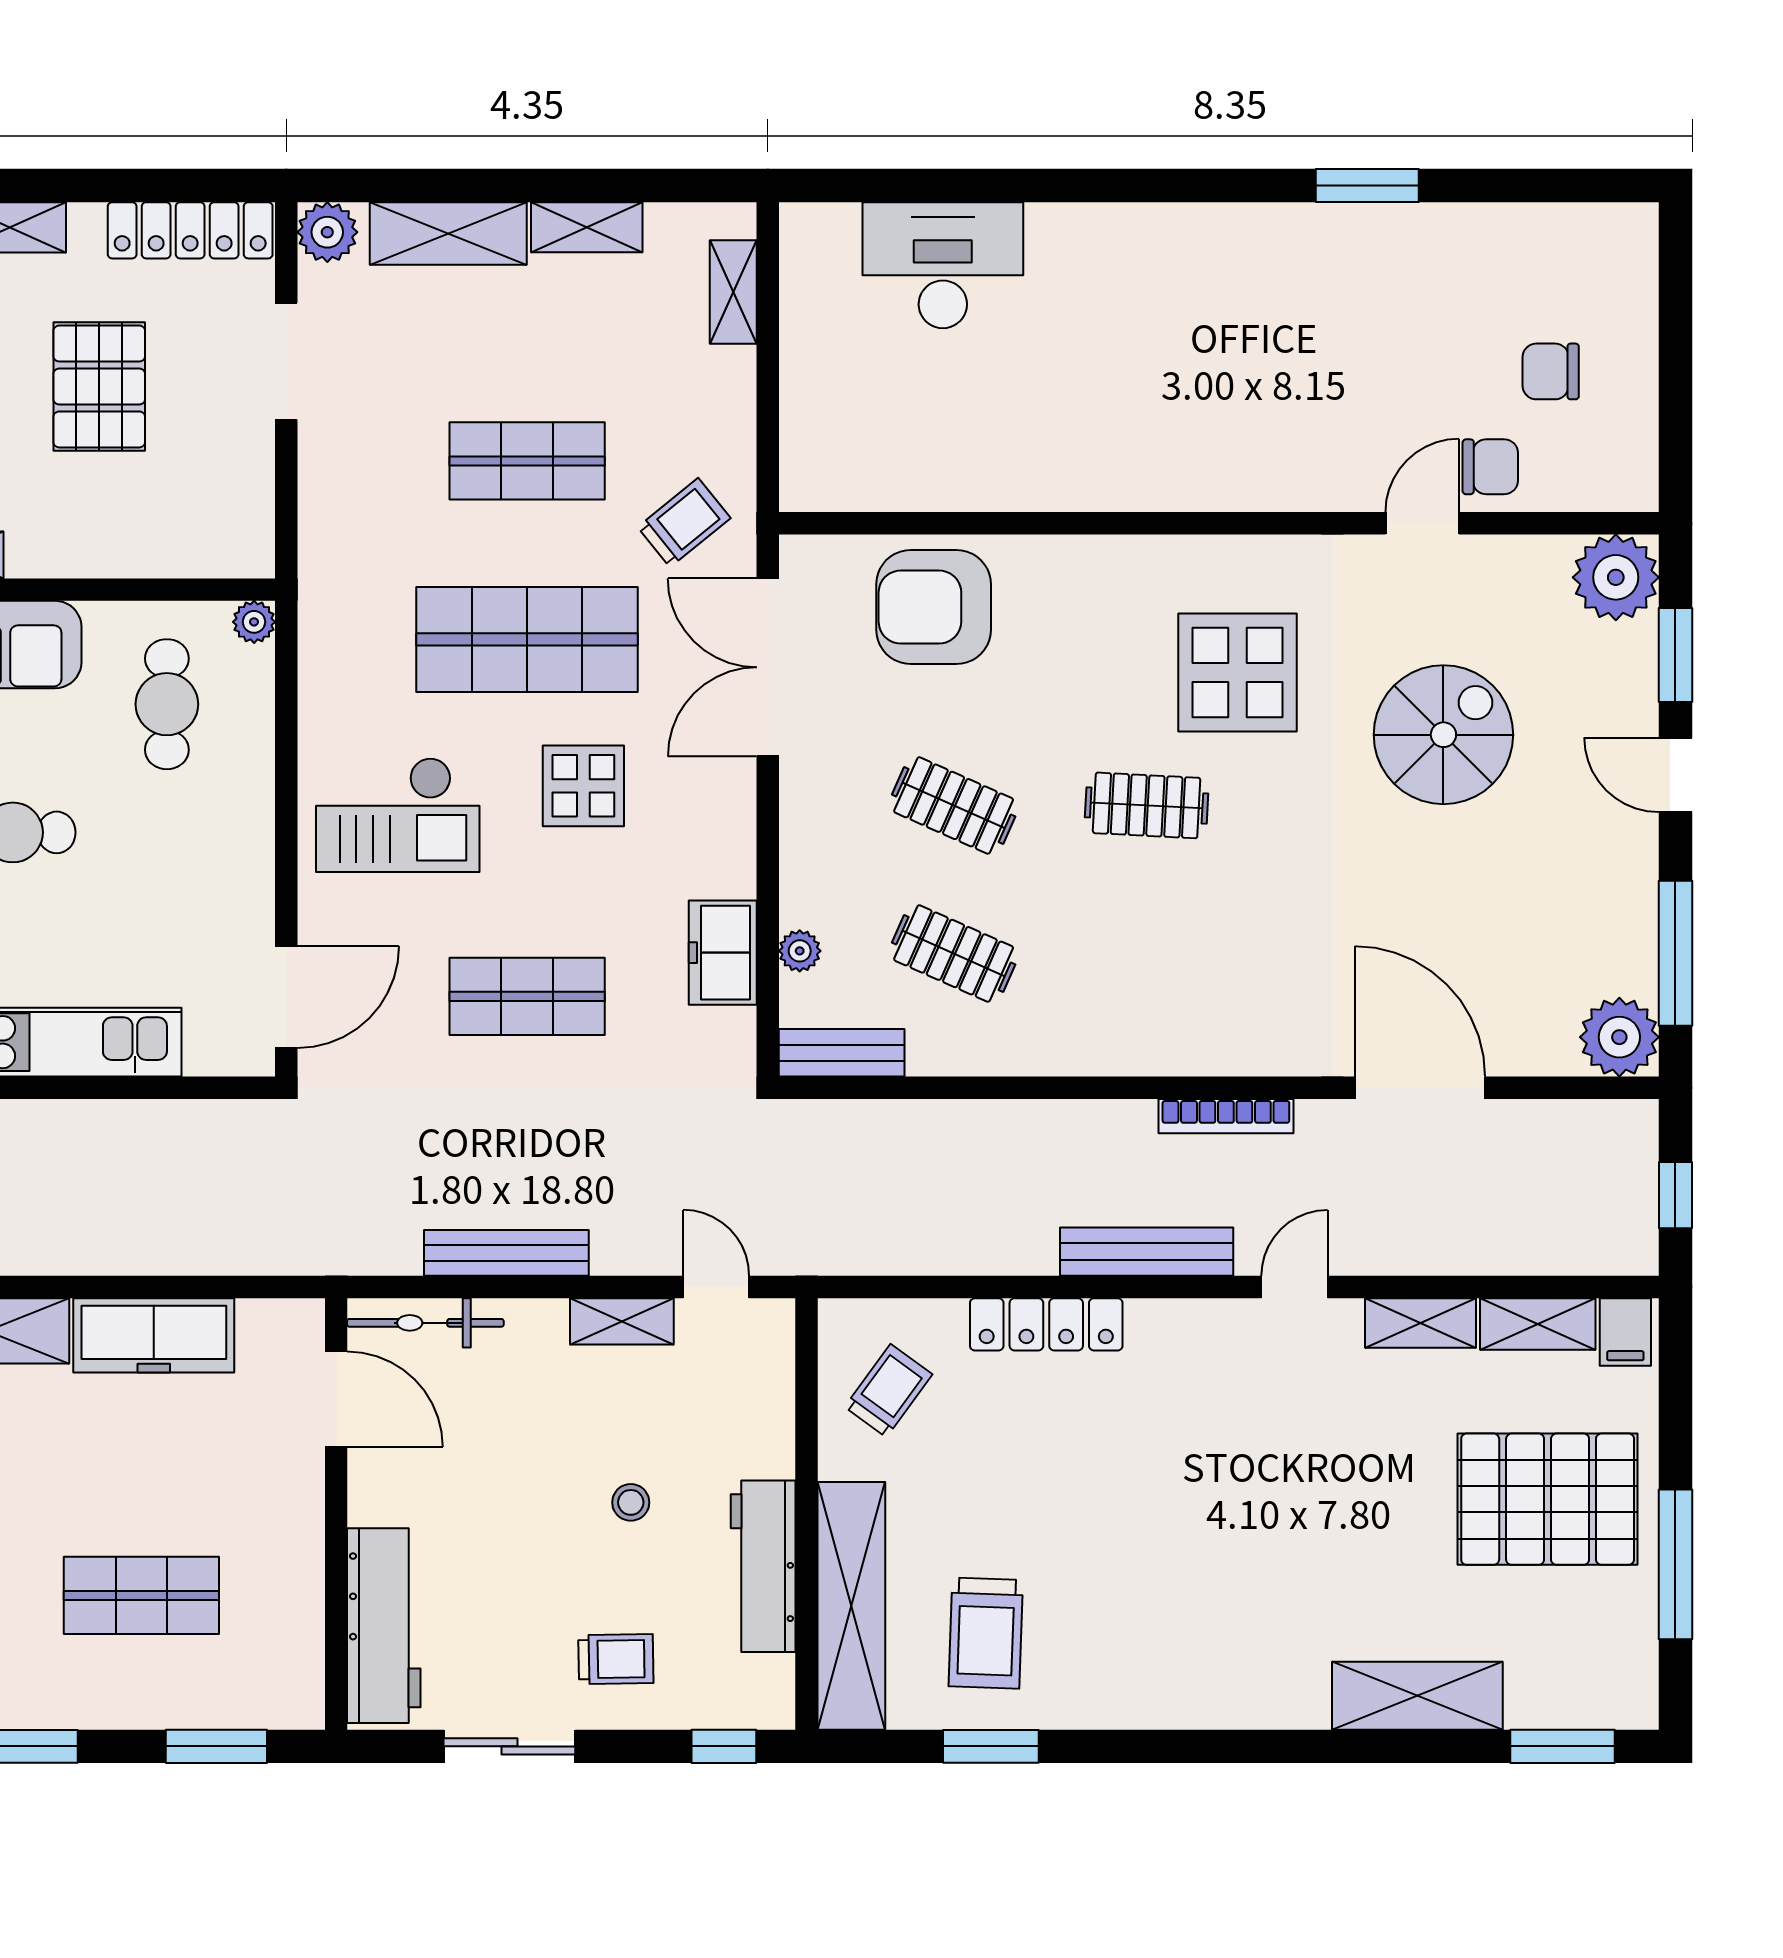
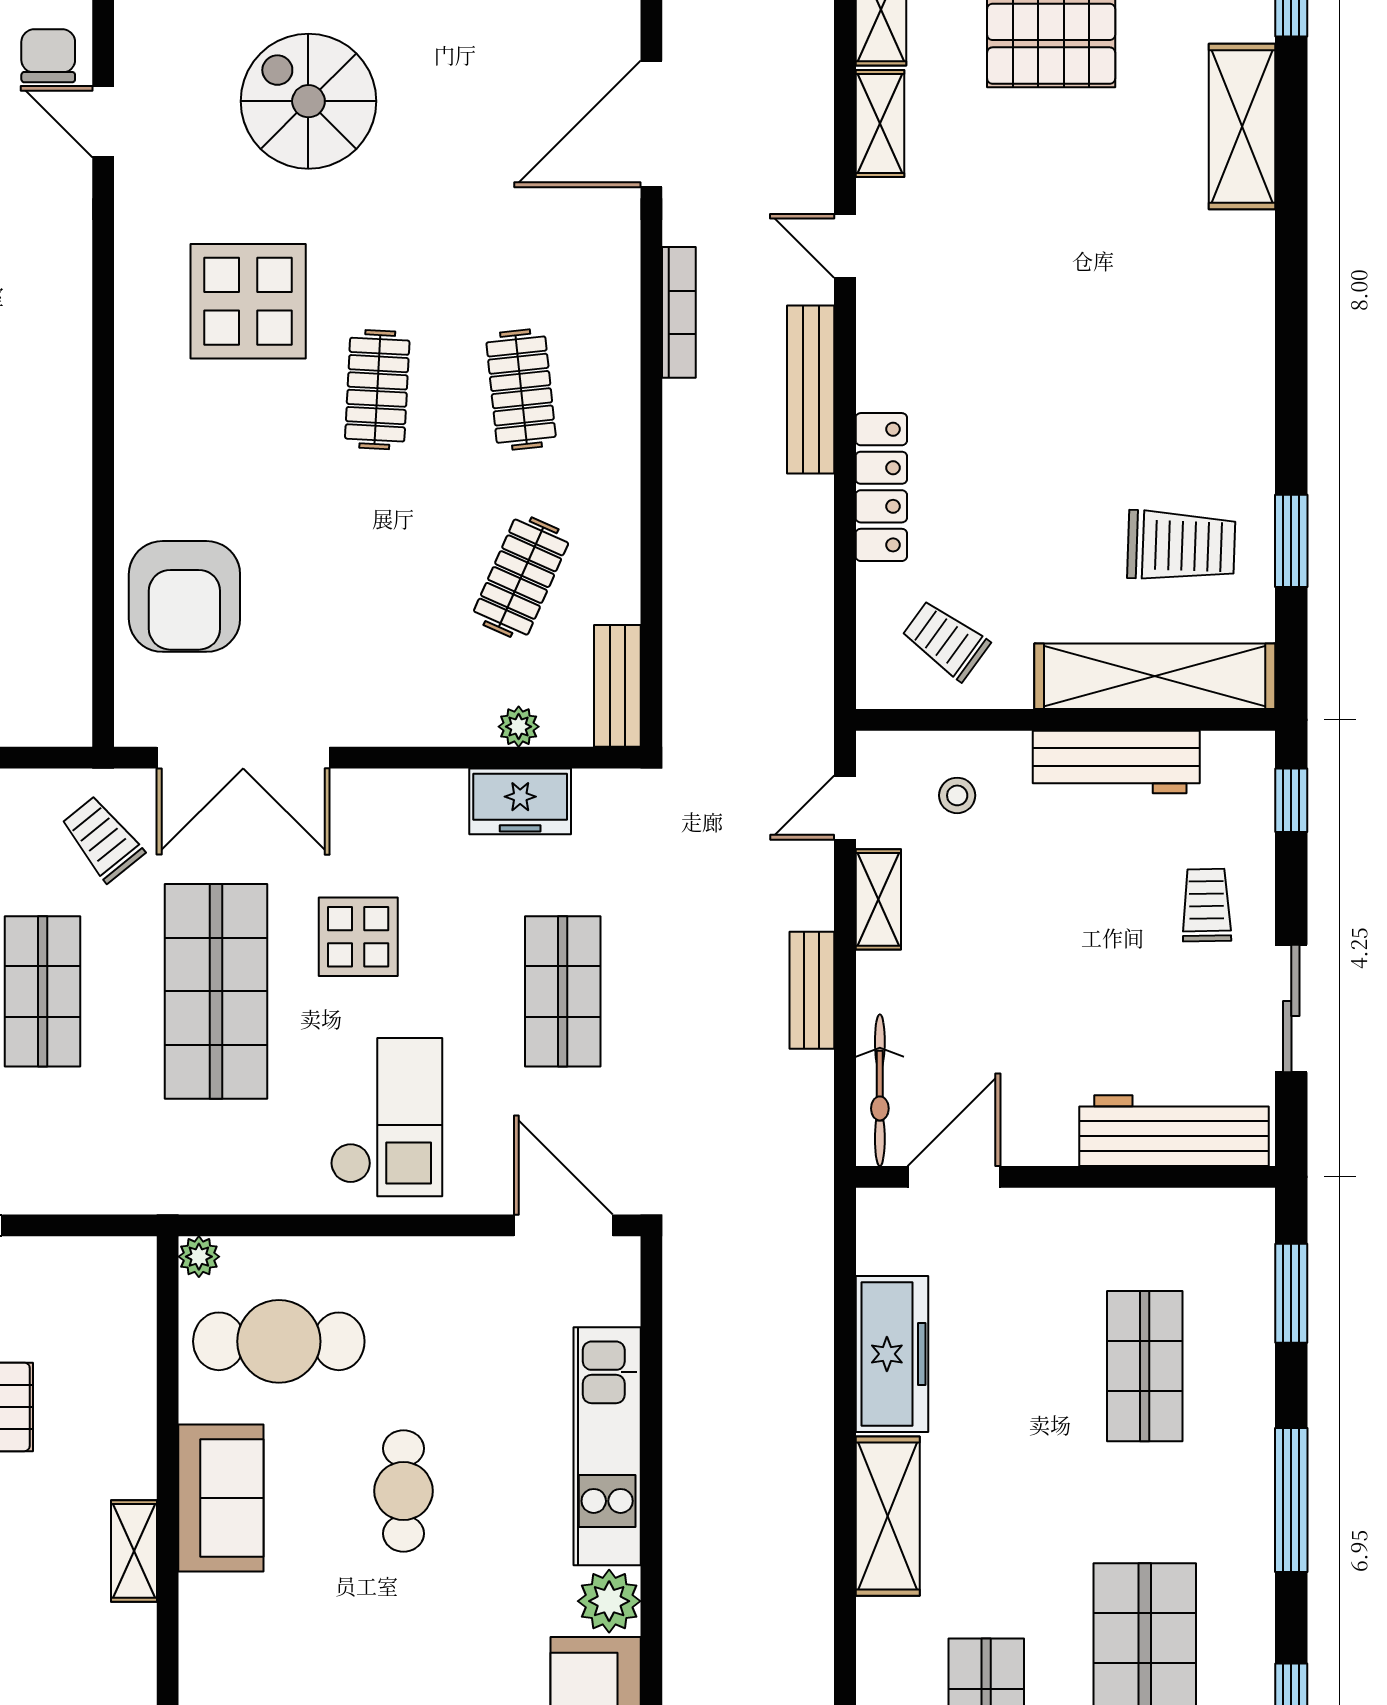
cafe table: (167, 704) -> (279, 1341), width x1.37, depth x1.35
clothes rail: (954, 805) -> (521, 390), moved, turned -30
bench: (506, 1253) -> (812, 990), width x0.73
stool: (631, 1502) -> (957, 795), moved

